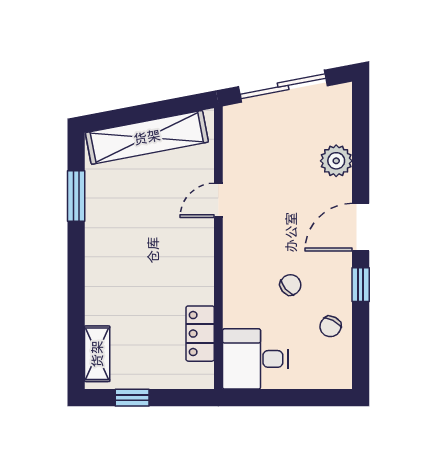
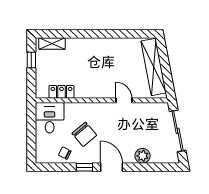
window: (76, 196) -> (126, 34), removed
chair: (290, 285) -> (84, 134), width x1.87, depth x1.87

